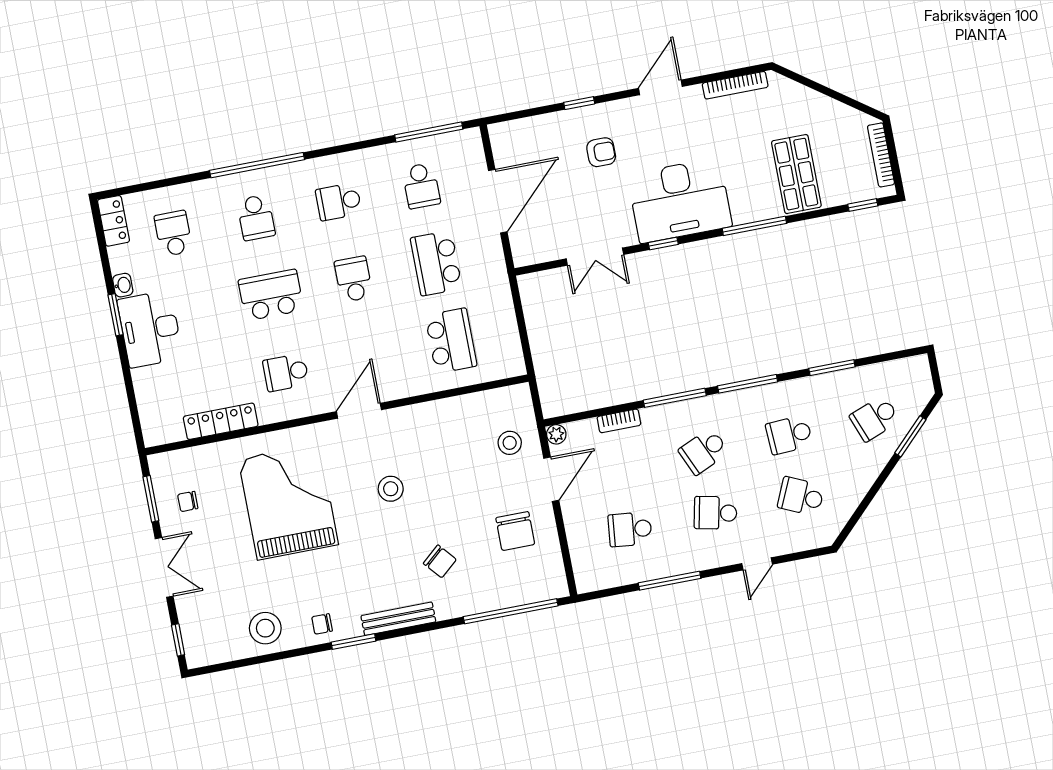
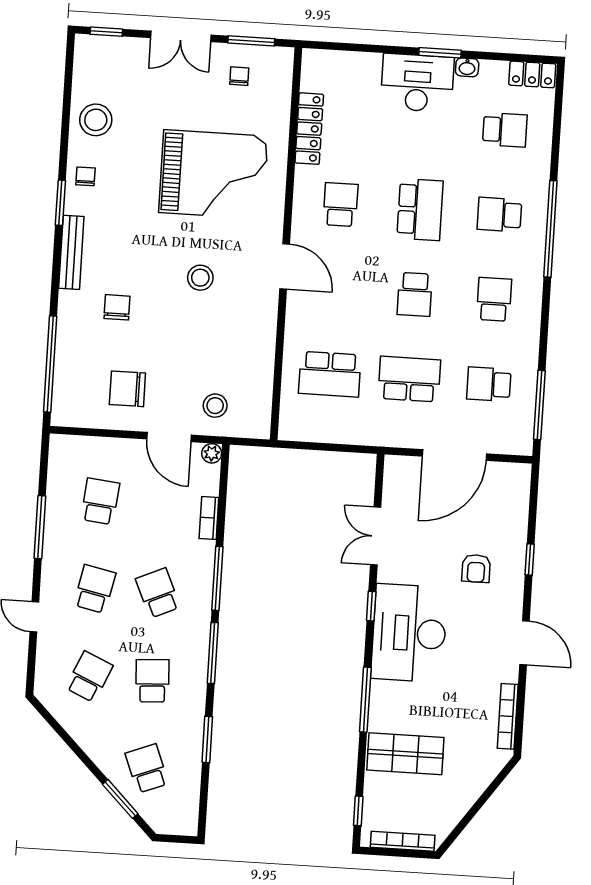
door: (498, 201) -> (454, 455), hinge flipped
school desk: (354, 279) -> (415, 294), turned 90
chair: (440, 561) -> (117, 307), turned 131

